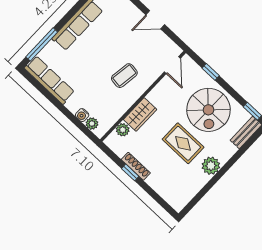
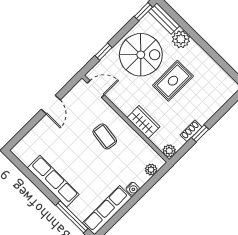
water cooler: (82, 115) -> (133, 189), moved
plant: (123, 130) -> (169, 151), moved
shoe rack: (136, 166) -> (191, 131), width x0.70
plant: (211, 166) -> (181, 39), moved

